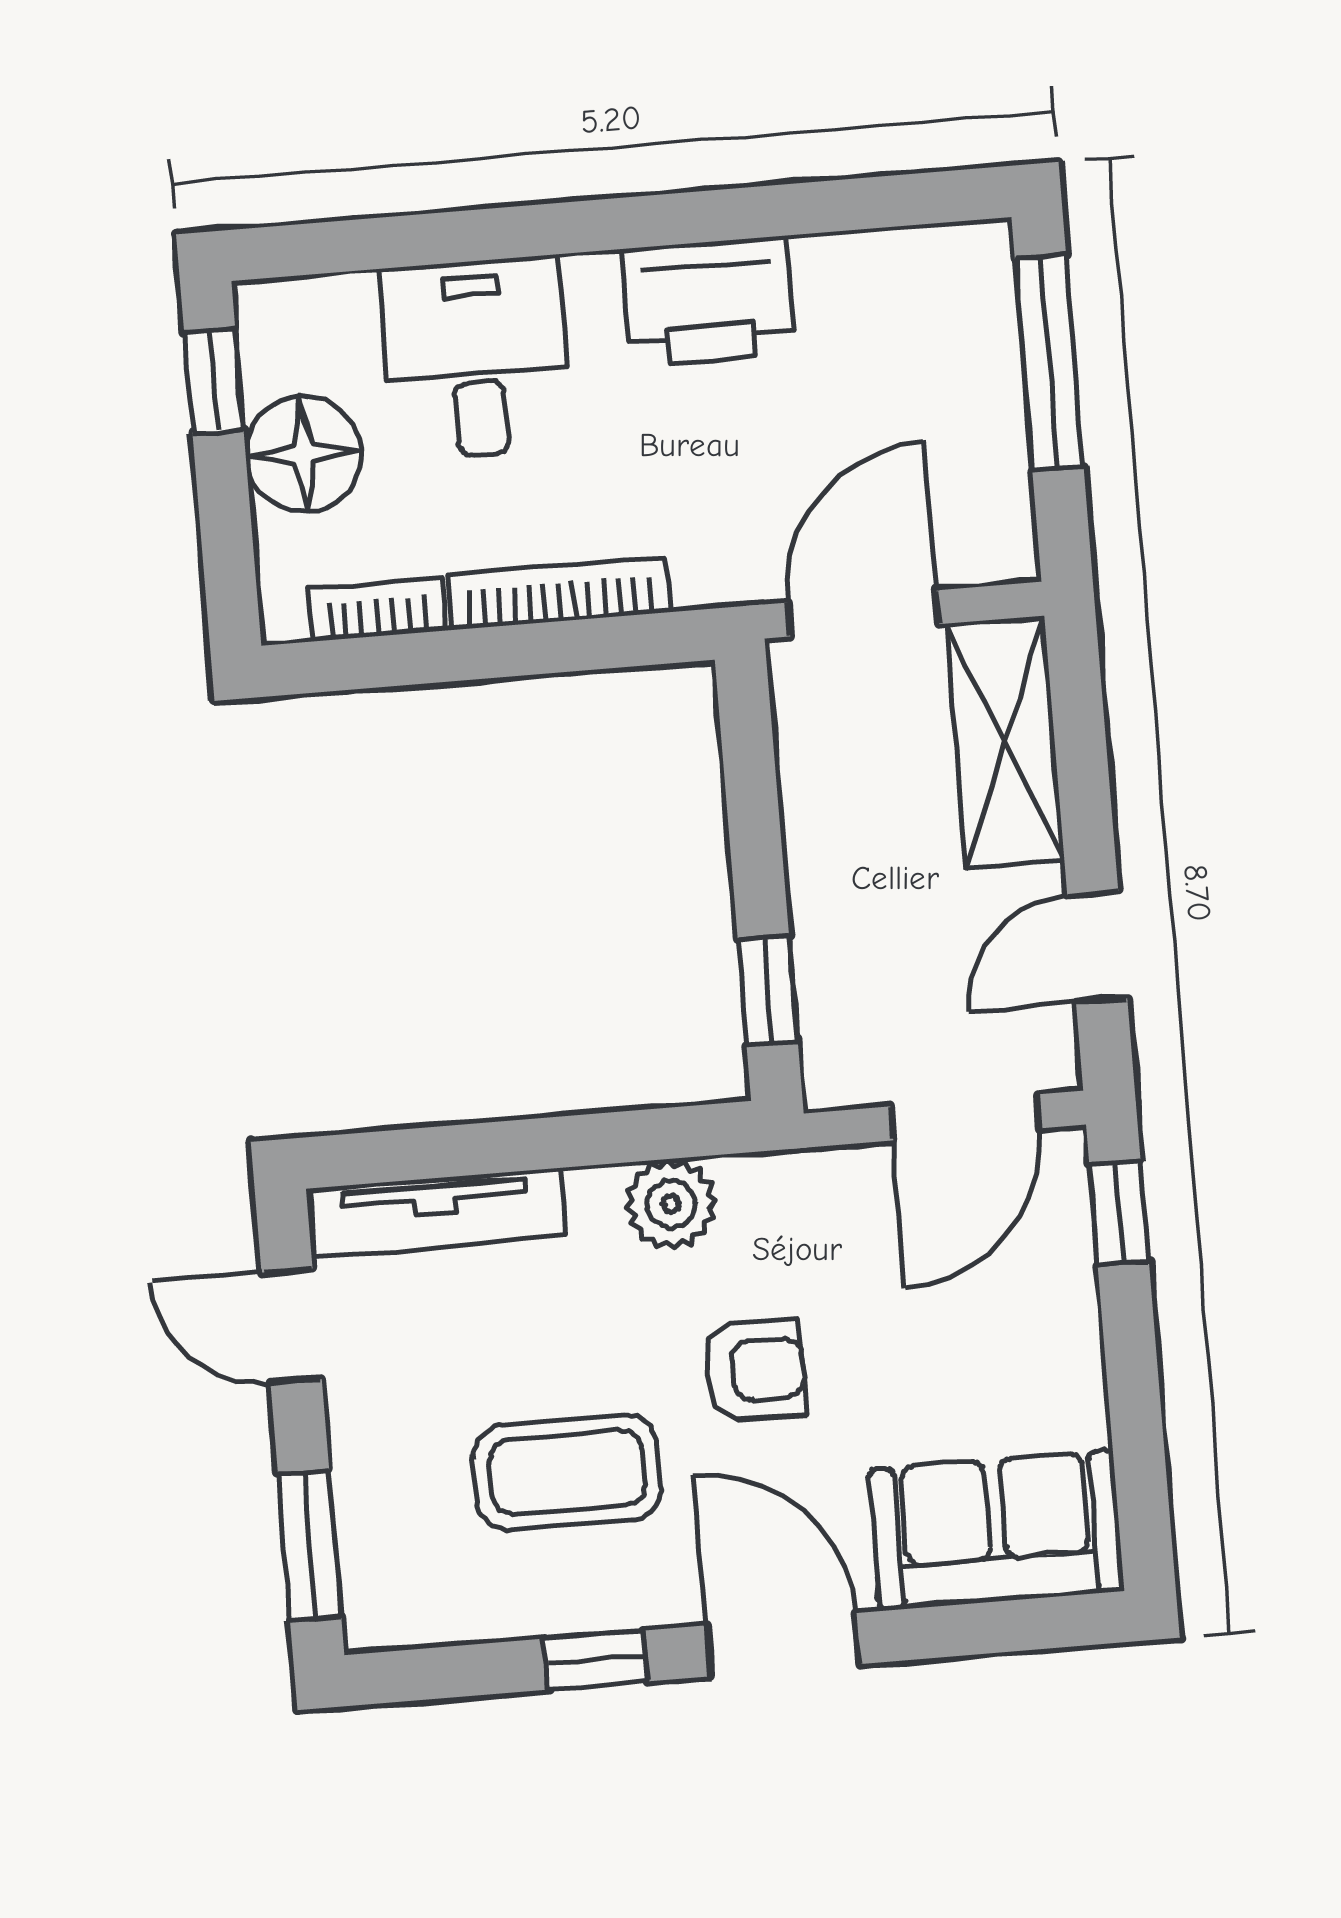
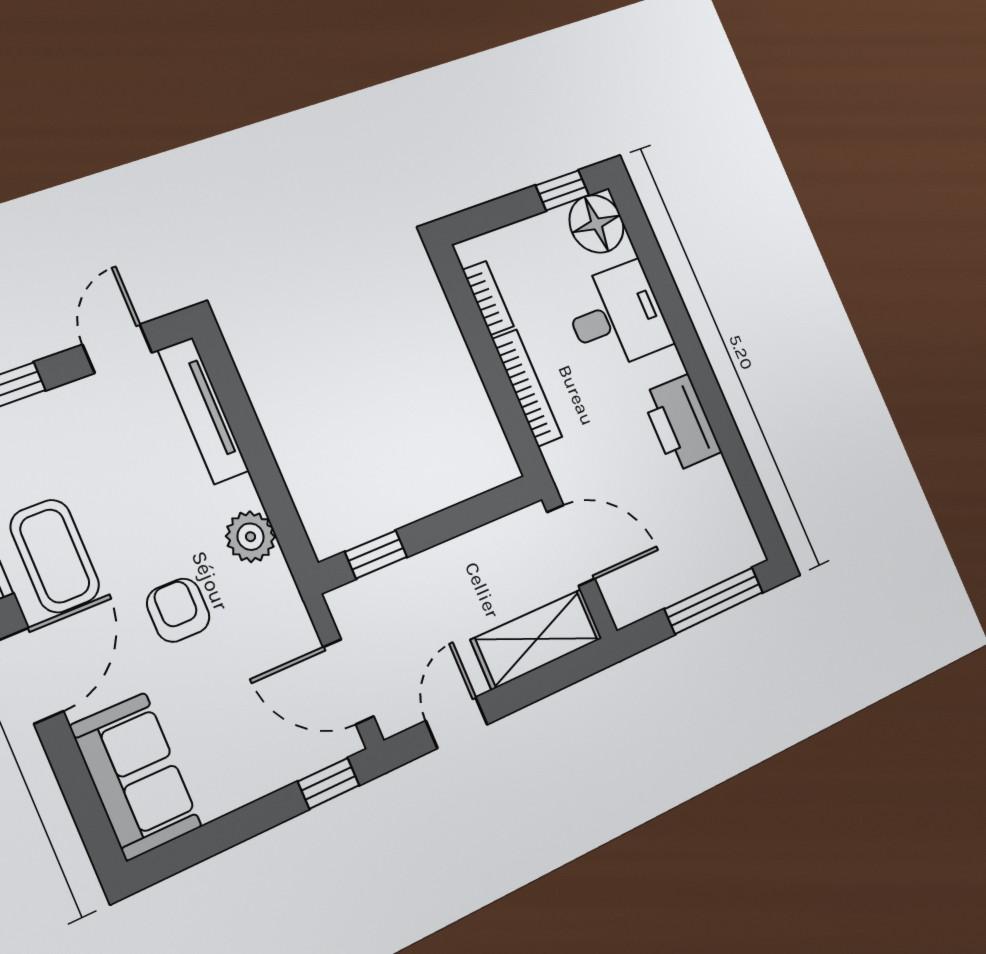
floor lamp: (303, 454) -> (597, 224), moved
door: (1097, 947) -> (457, 723), hinge flipped
armchair: (754, 1370) -> (178, 610), turned 180
coffee table: (567, 1472) -> (55, 556), moved

